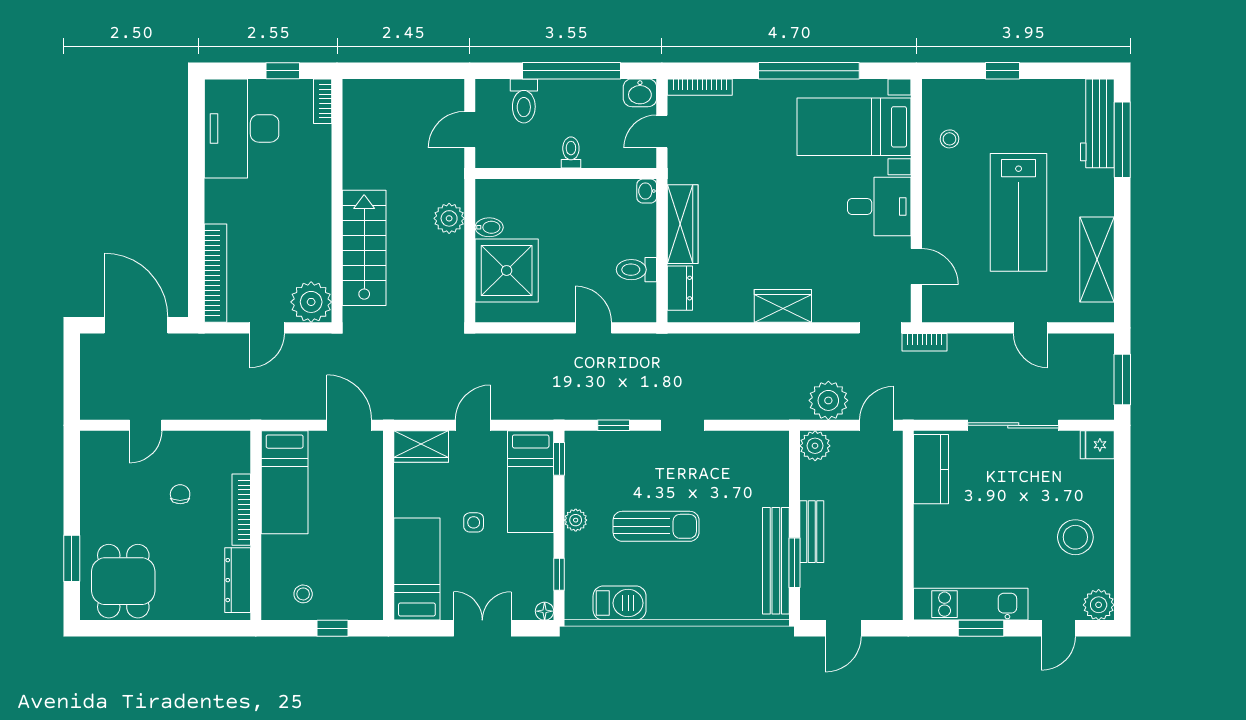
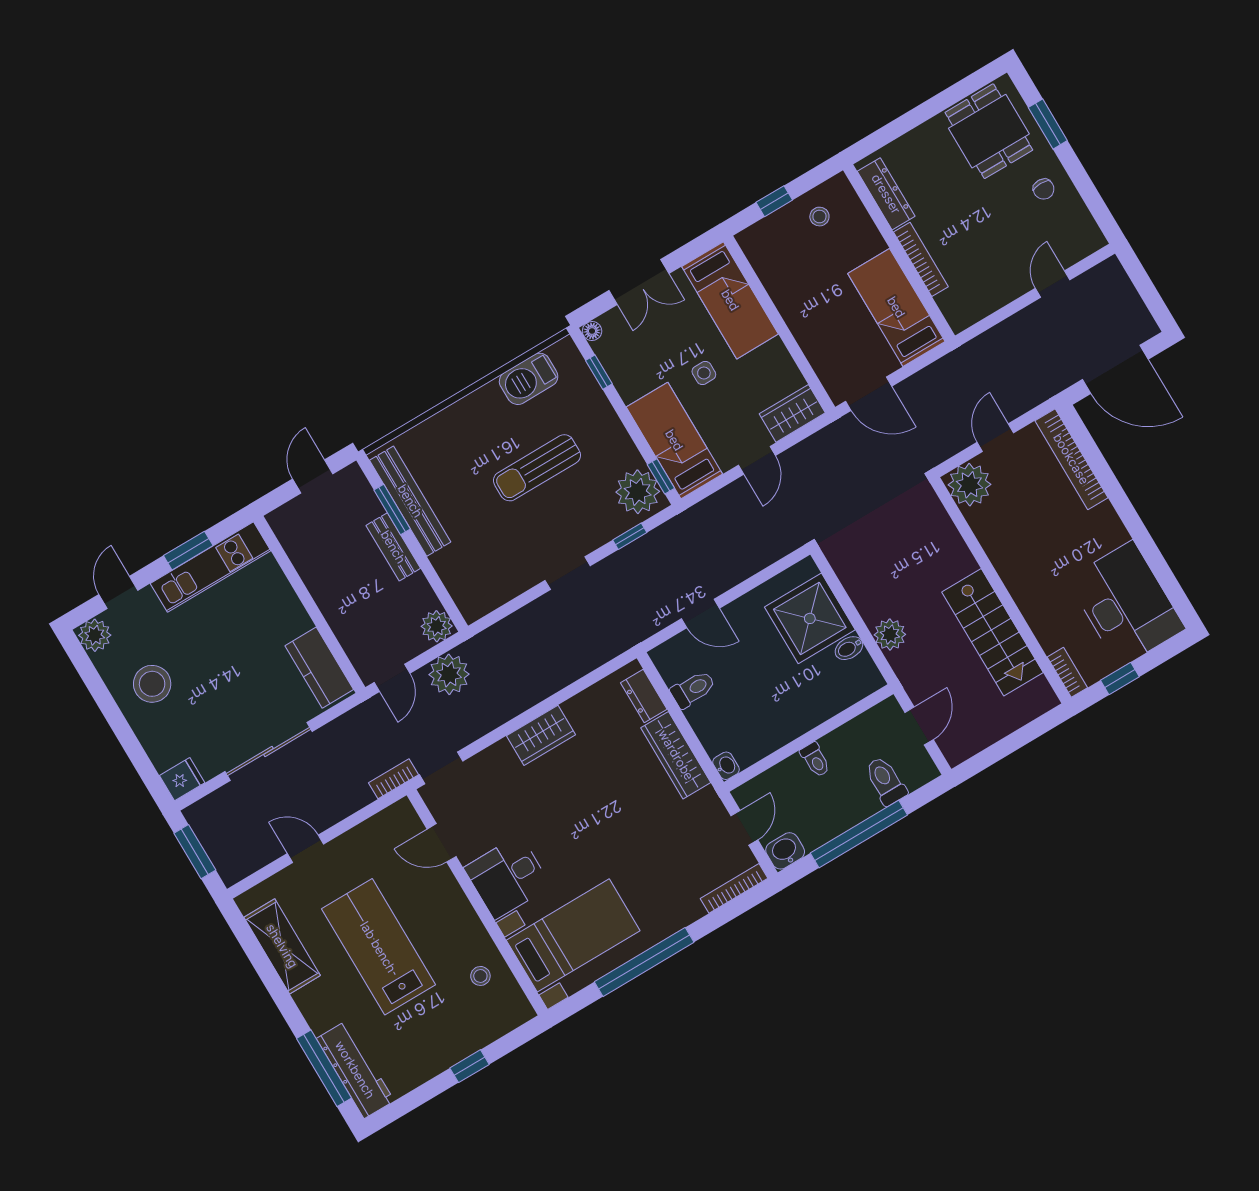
stairs: (364, 248) -> (993, 632), moved
chair: (180, 494) -> (1044, 189), moved
plant: (576, 520) -> (638, 492), moved, width x1.87, depth x1.87

